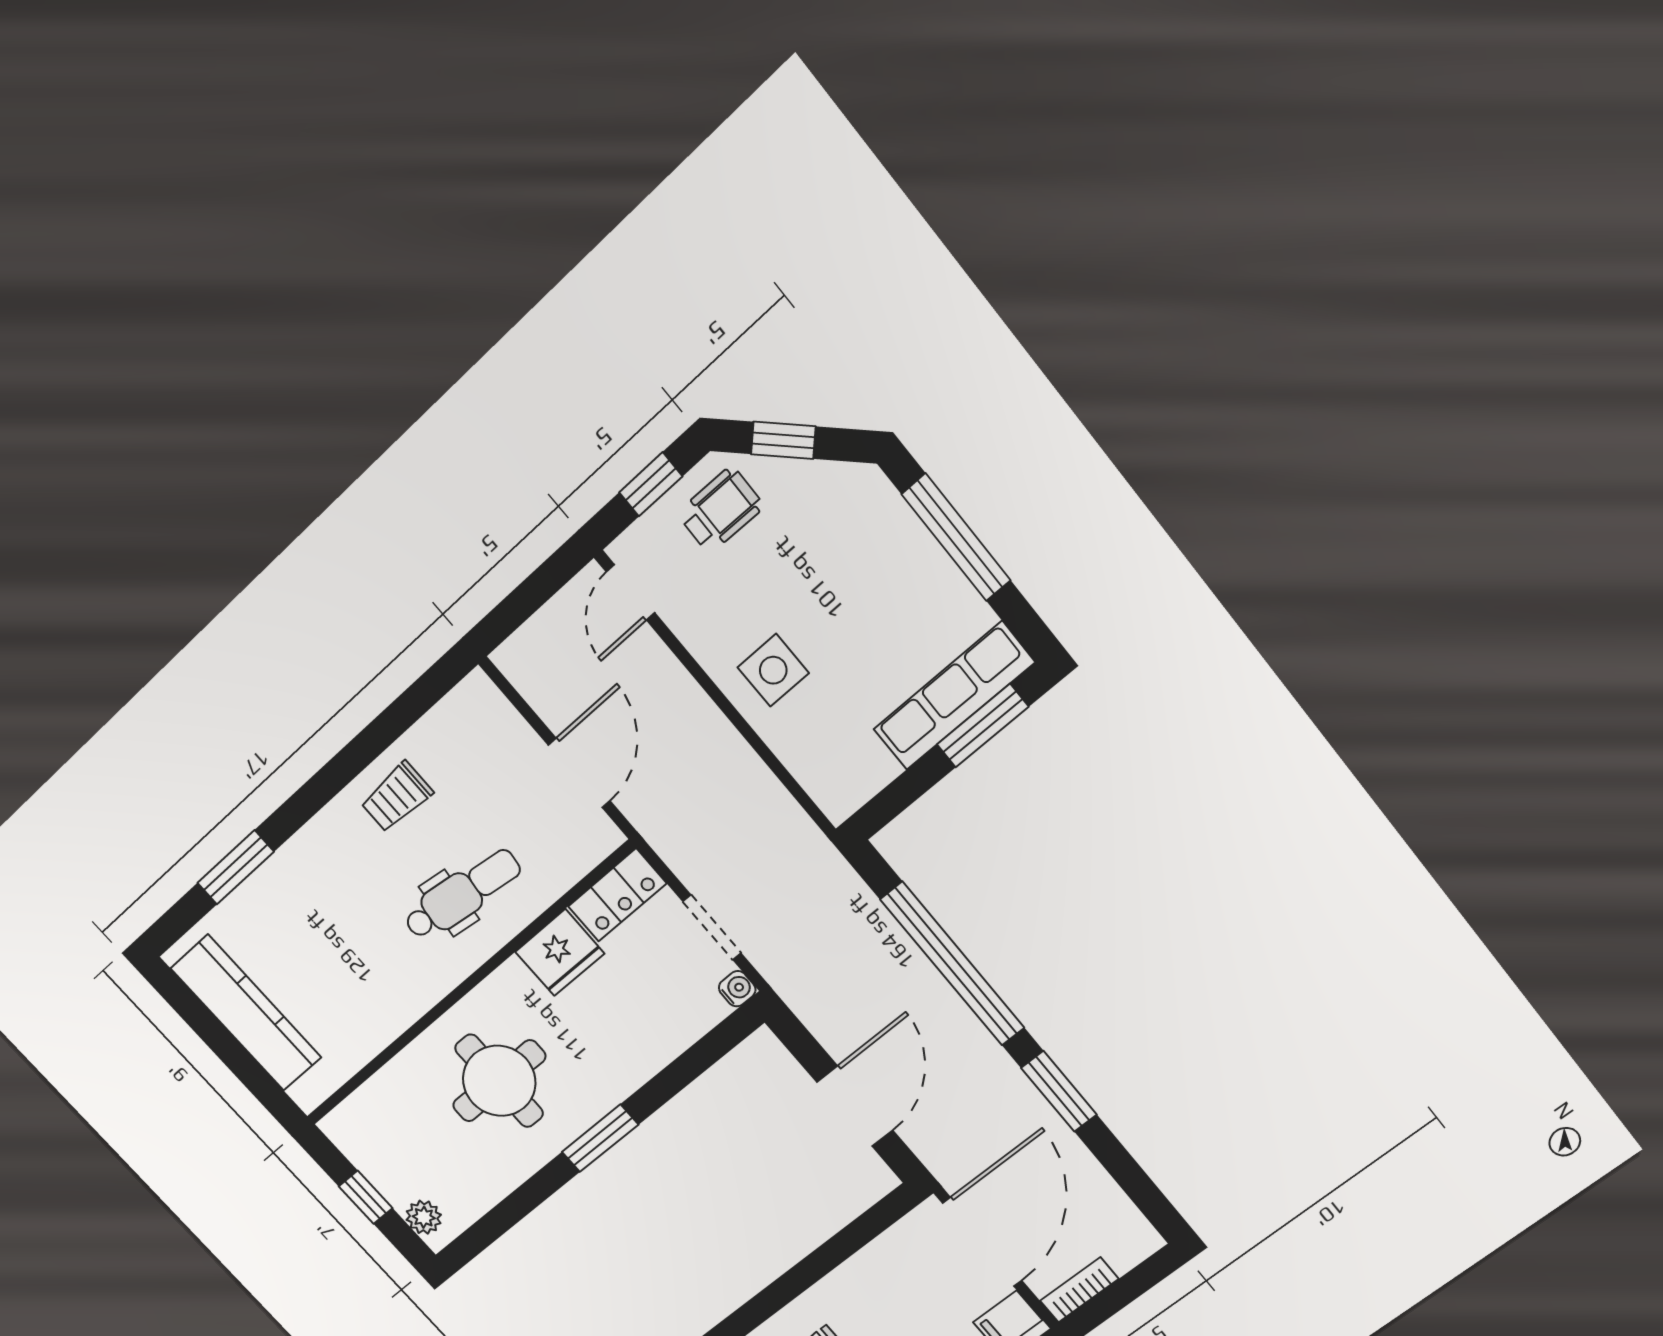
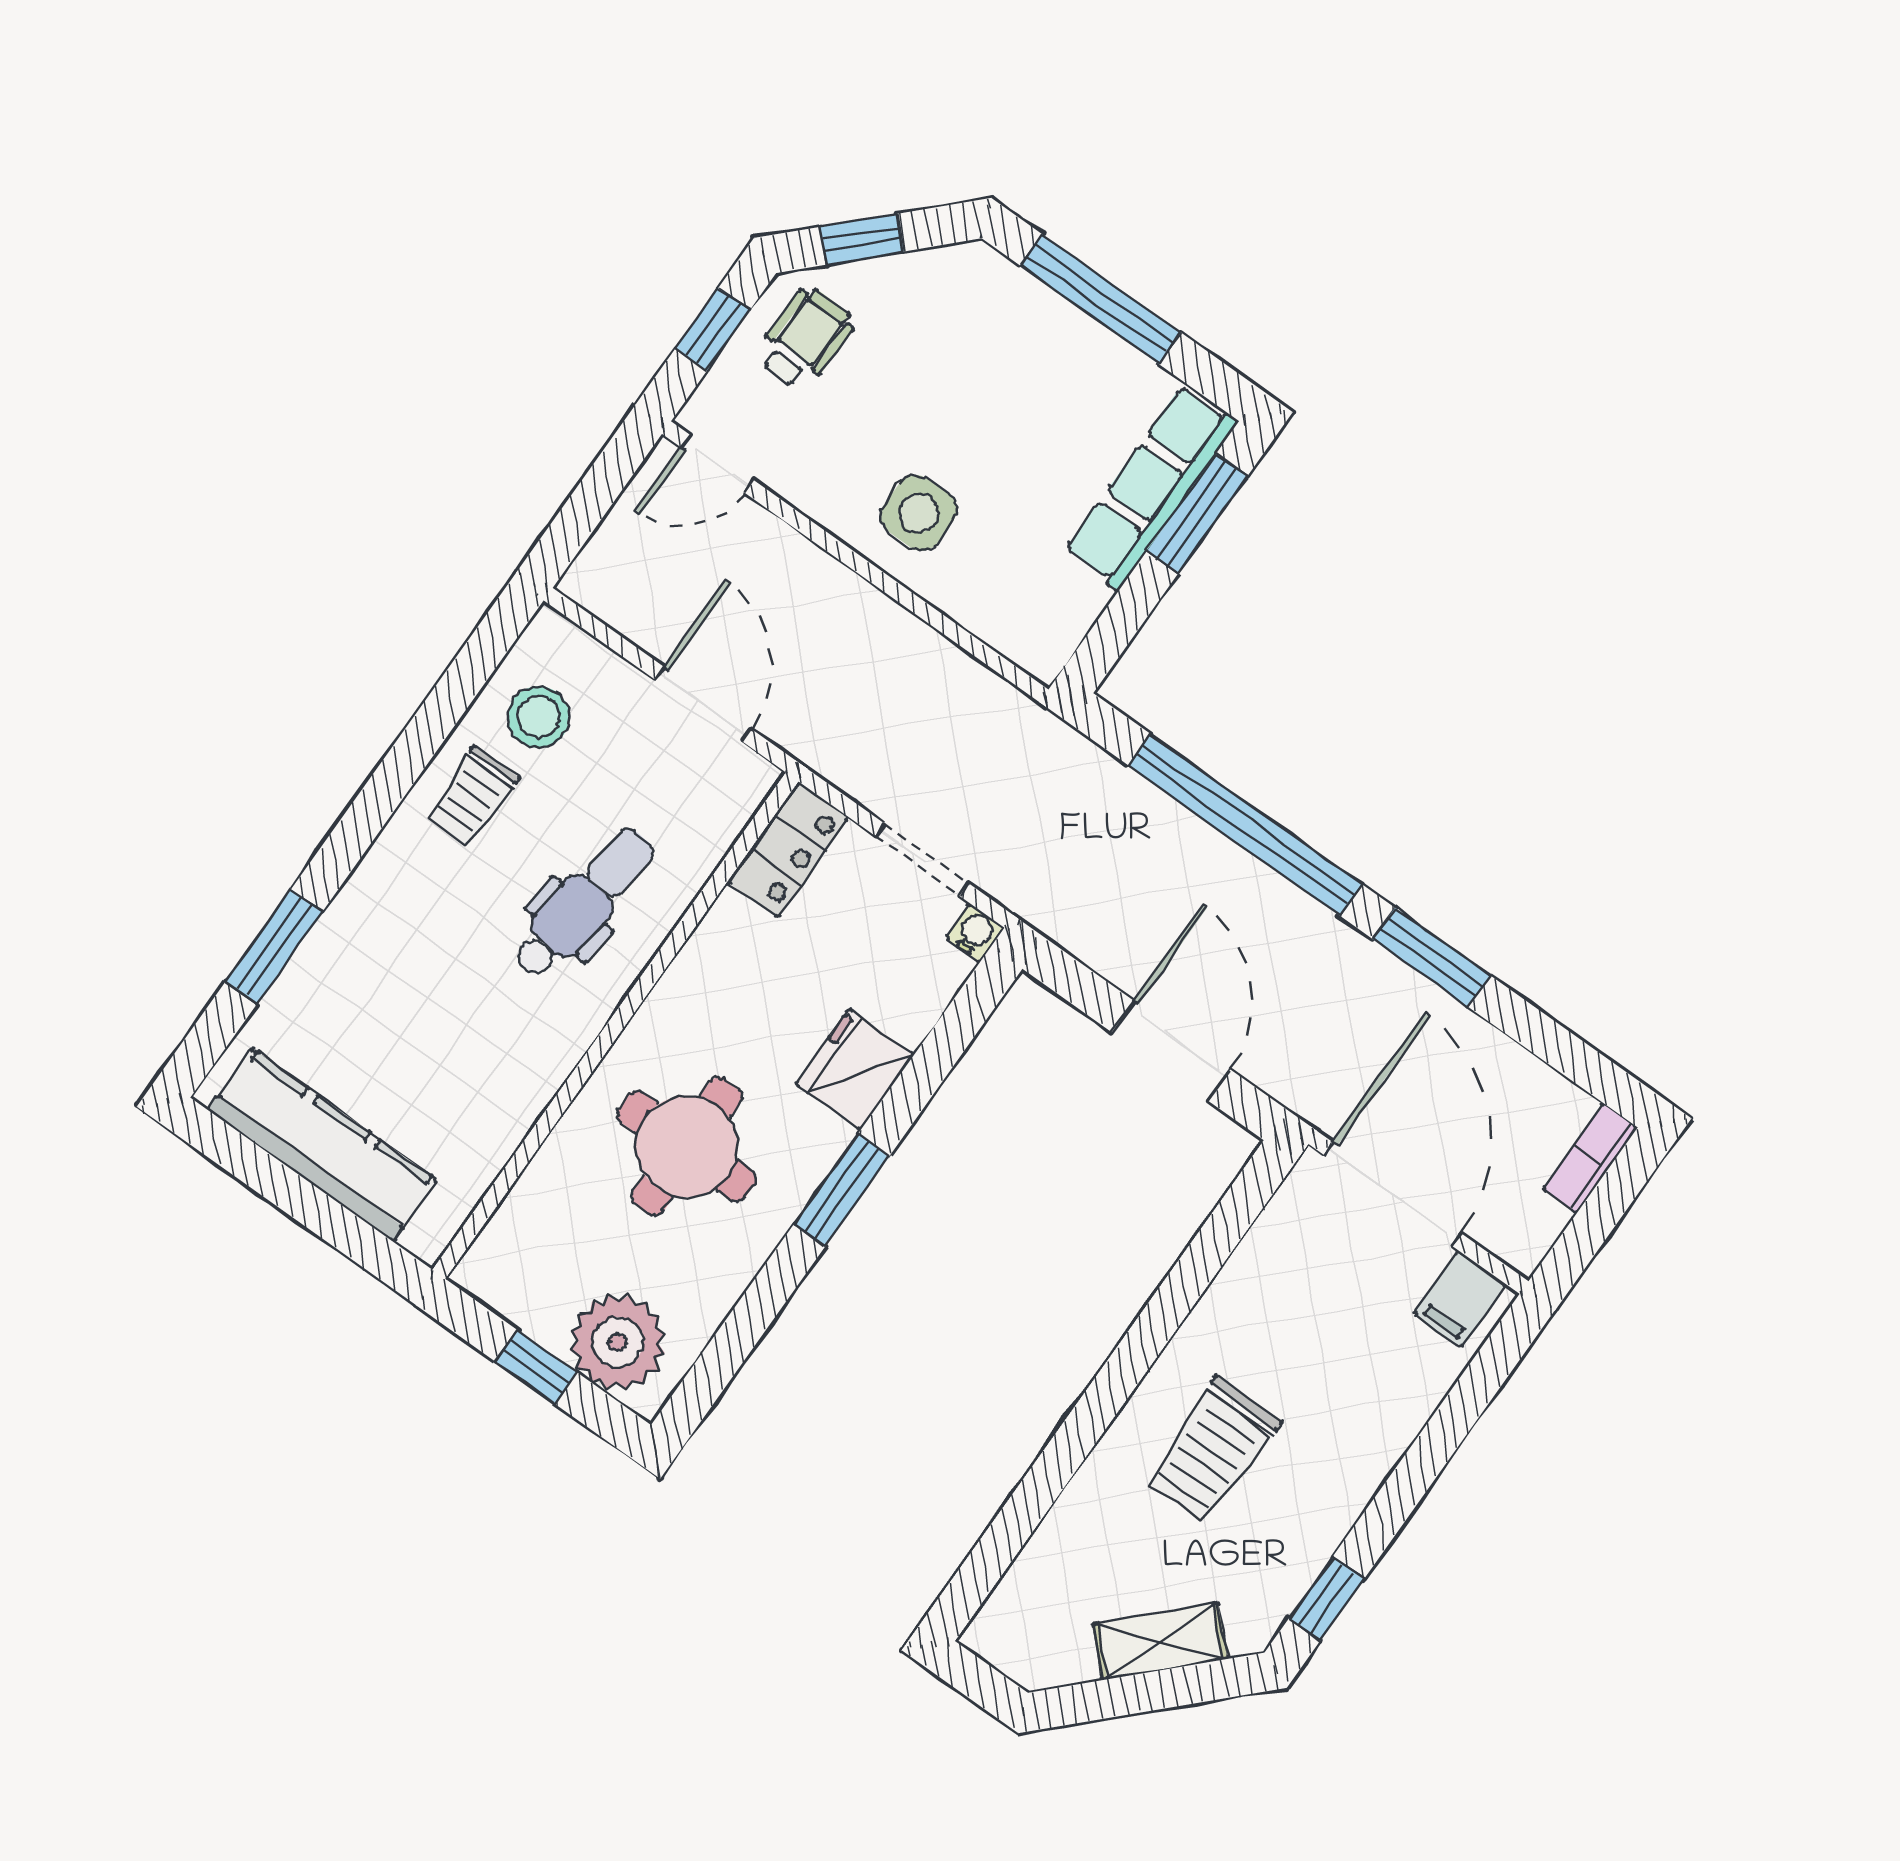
door: (630, 592) -> (717, 464), hinge flipped
stool: (457, 751) -> (539, 717), added
fridge: (560, 953) -> (855, 1069), moved, turned 180
plant: (424, 1217) -> (618, 1342), width x1.88, depth x1.88
bookcase: (1079, 1290) -> (1590, 1158), moved

